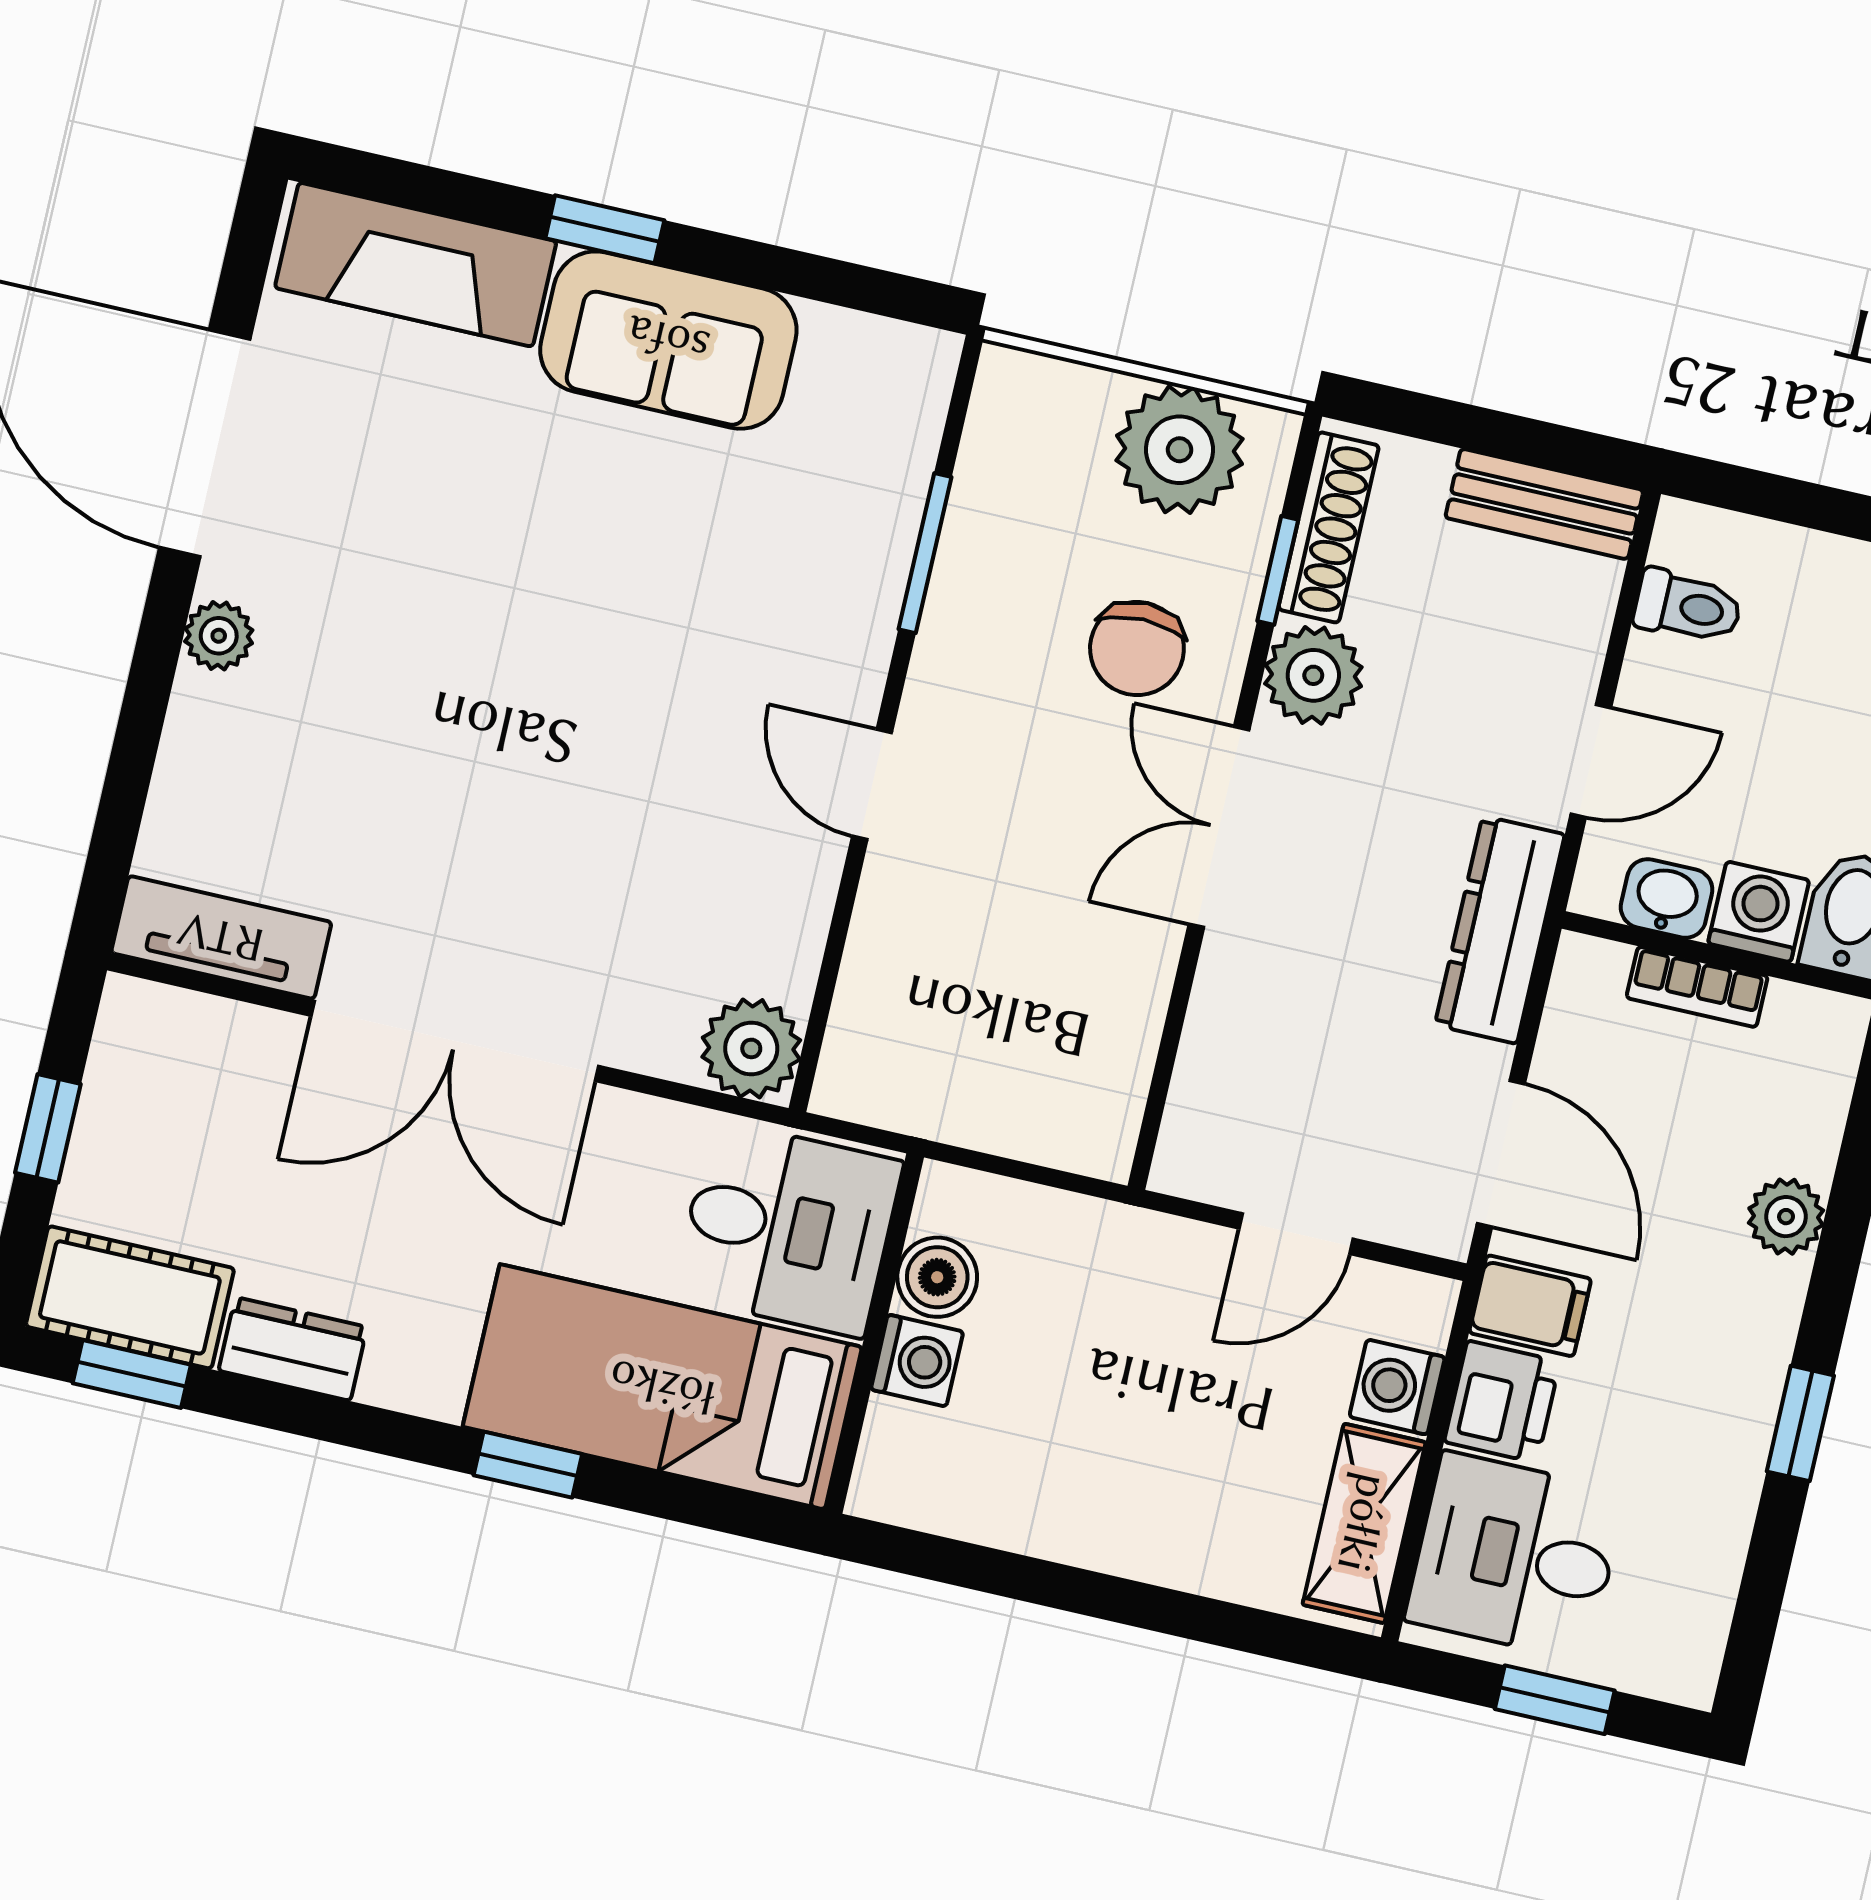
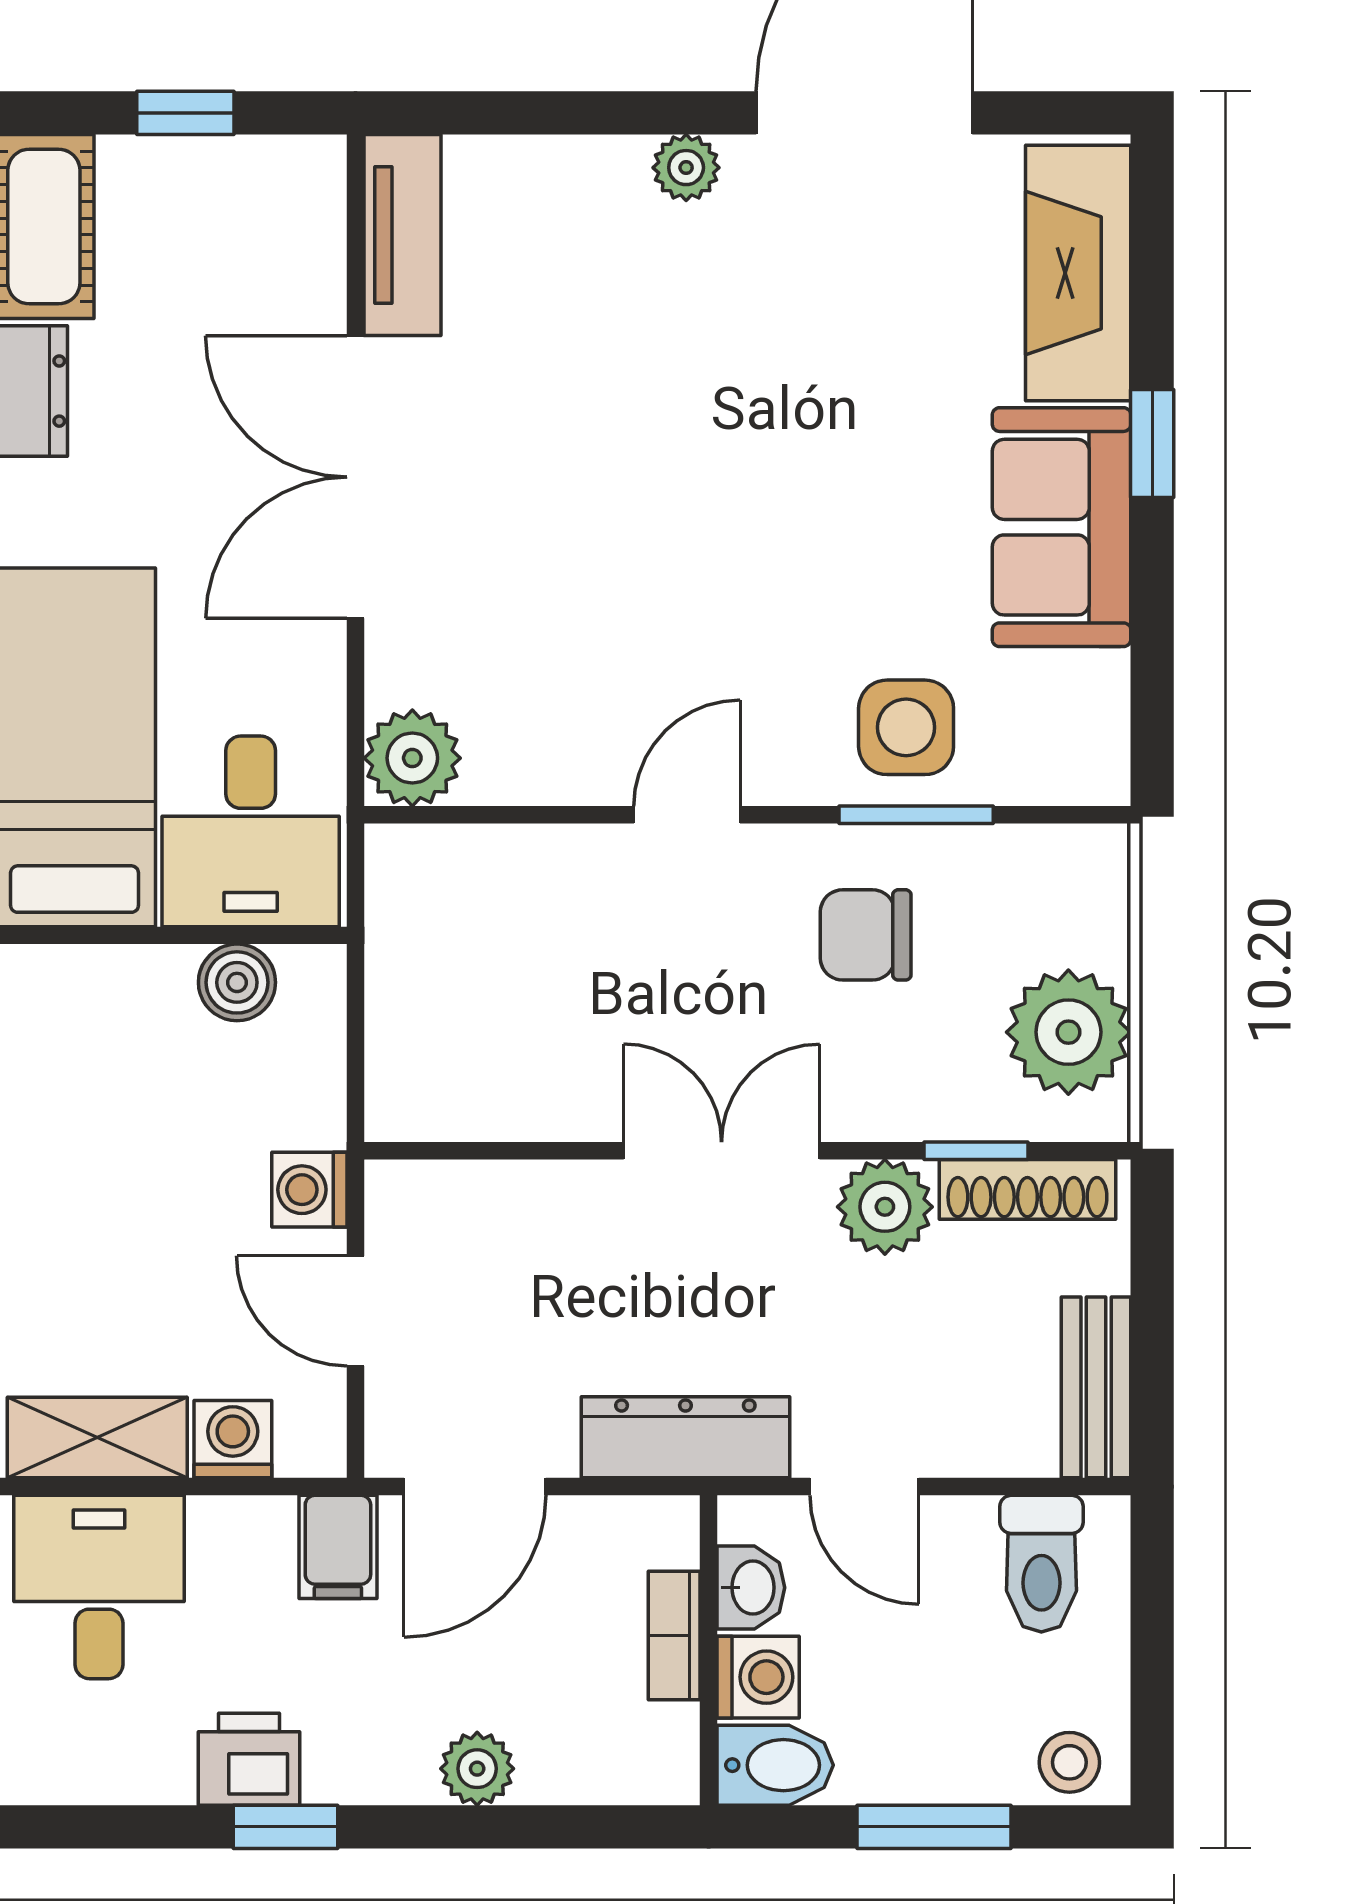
side table: (834, 543) -> (906, 727), added
toilet: (1688, 607) -> (1041, 1564), width x1.37, depth x1.39
chair: (1137, 649) -> (866, 935), moved
washing machine: (917, 1361) -> (309, 1190), moved, turned 90
printer: (1502, 1402) -> (249, 1759), moved, turned 180

